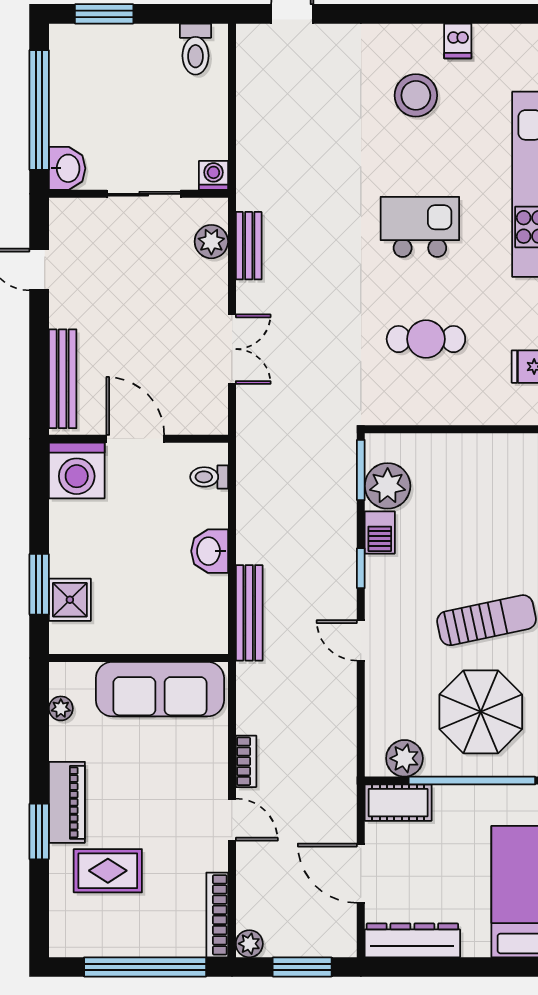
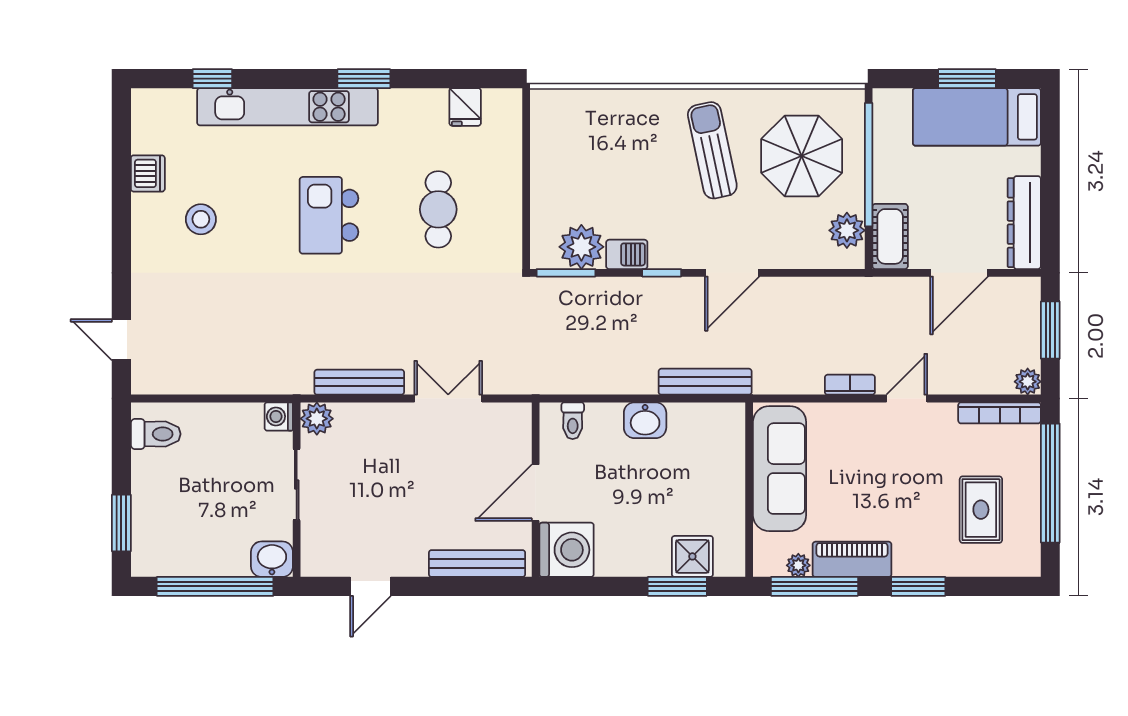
dishwasher: (458, 41) -> (148, 173), width x1.38
stool: (416, 95) -> (201, 219), width x0.73, depth x0.73
plant: (211, 242) -> (317, 419), moved
bench: (249, 246) -> (359, 382), width x1.36
door: (361, 640) -> (732, 273), width x1.38
window: (39, 725) -> (815, 586), added
piano: (67, 802) -> (852, 559), moved
rug: (108, 871) -> (981, 510), moved

